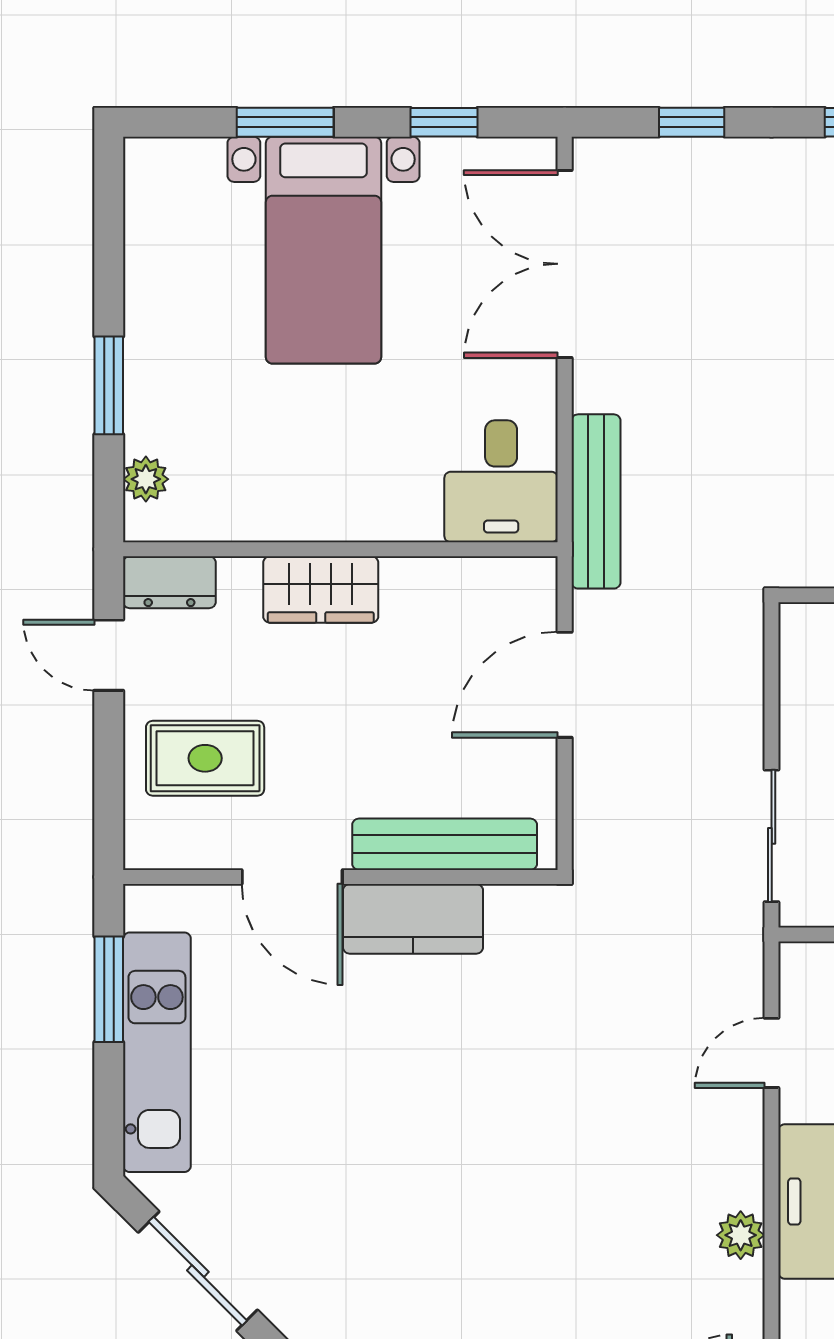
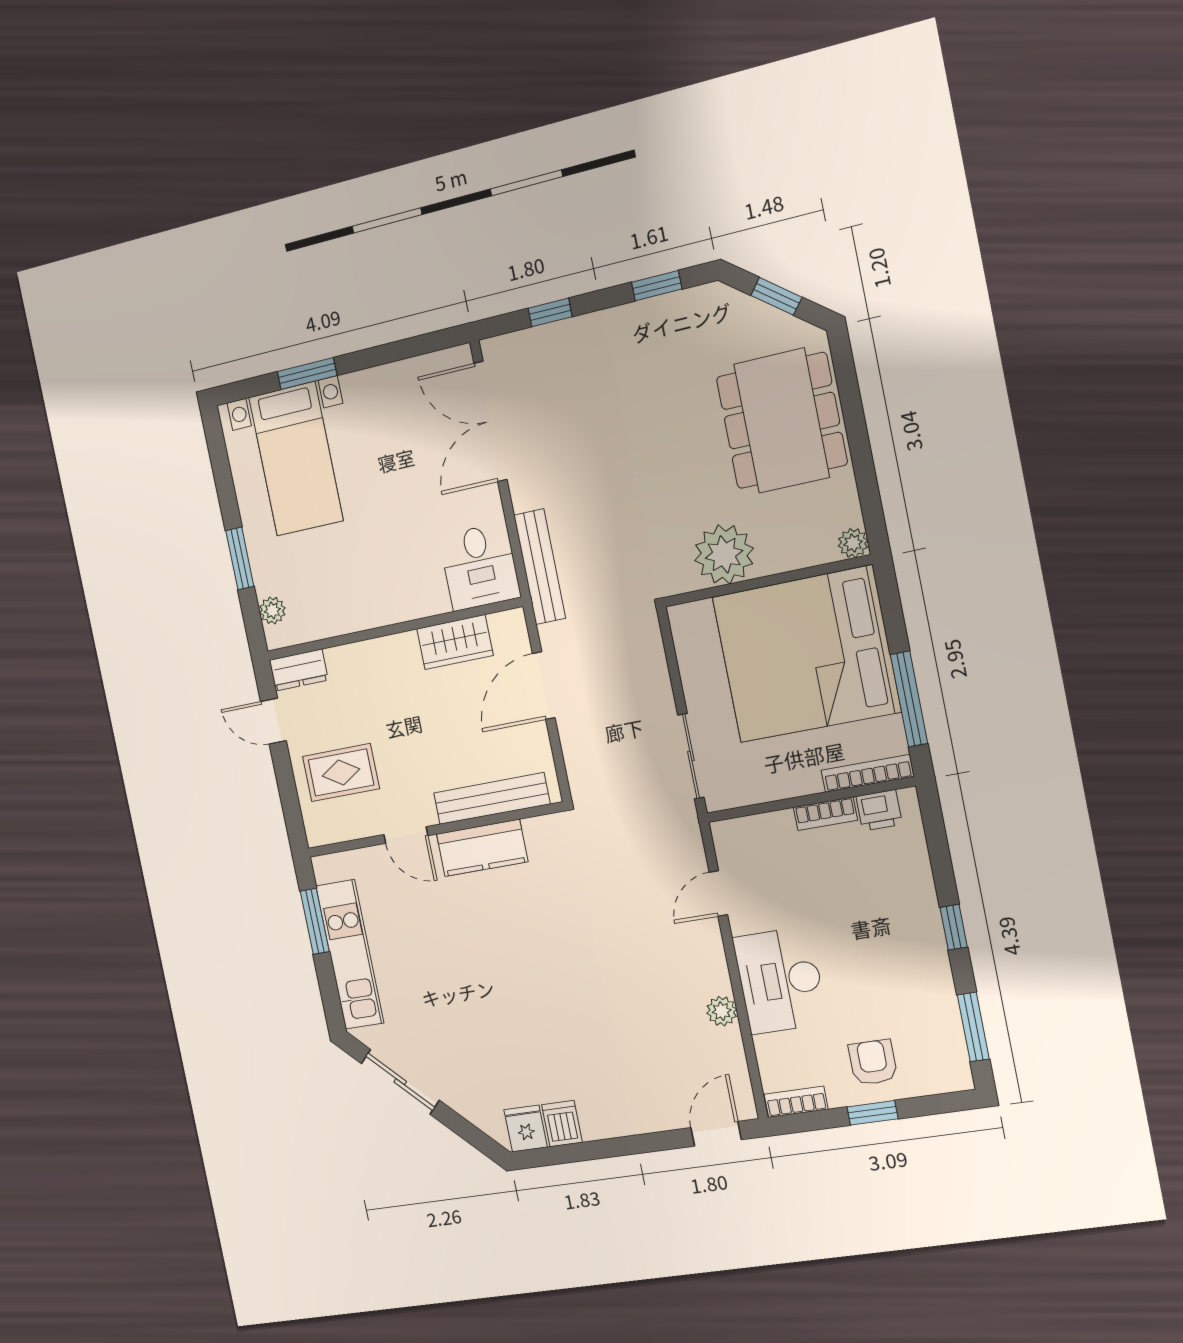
window: (444, 122) -> (400, 350), removed
bed with nightstands: (323, 250) -> (296, 459), moved
wardrobe: (321, 590) -> (455, 642), moved
door: (292, 877) -> (406, 835), width x0.73

